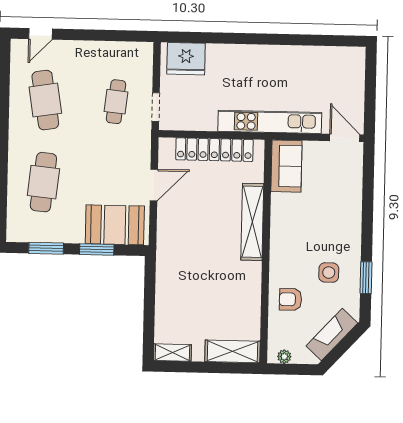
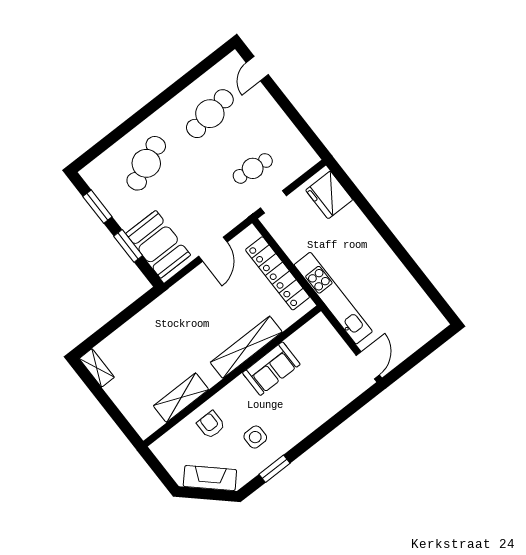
door: (41, 34) -> (257, 69), hinge flipped
sofa: (286, 166) -> (271, 369), moved
cafe table: (43, 182) -> (146, 163), turned -30
door: (154, 185) -> (213, 249), hinge flipped
shelving: (232, 351) -> (181, 398), moved, turned 90
plant: (284, 357) -> (163, 456), removed

